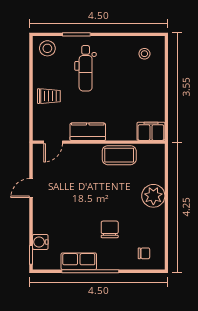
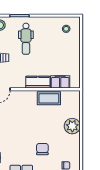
filing cabinet: (151, 131) -> (60, 82), moved
kitchen counter: (88, 132) -> (38, 82), moved

